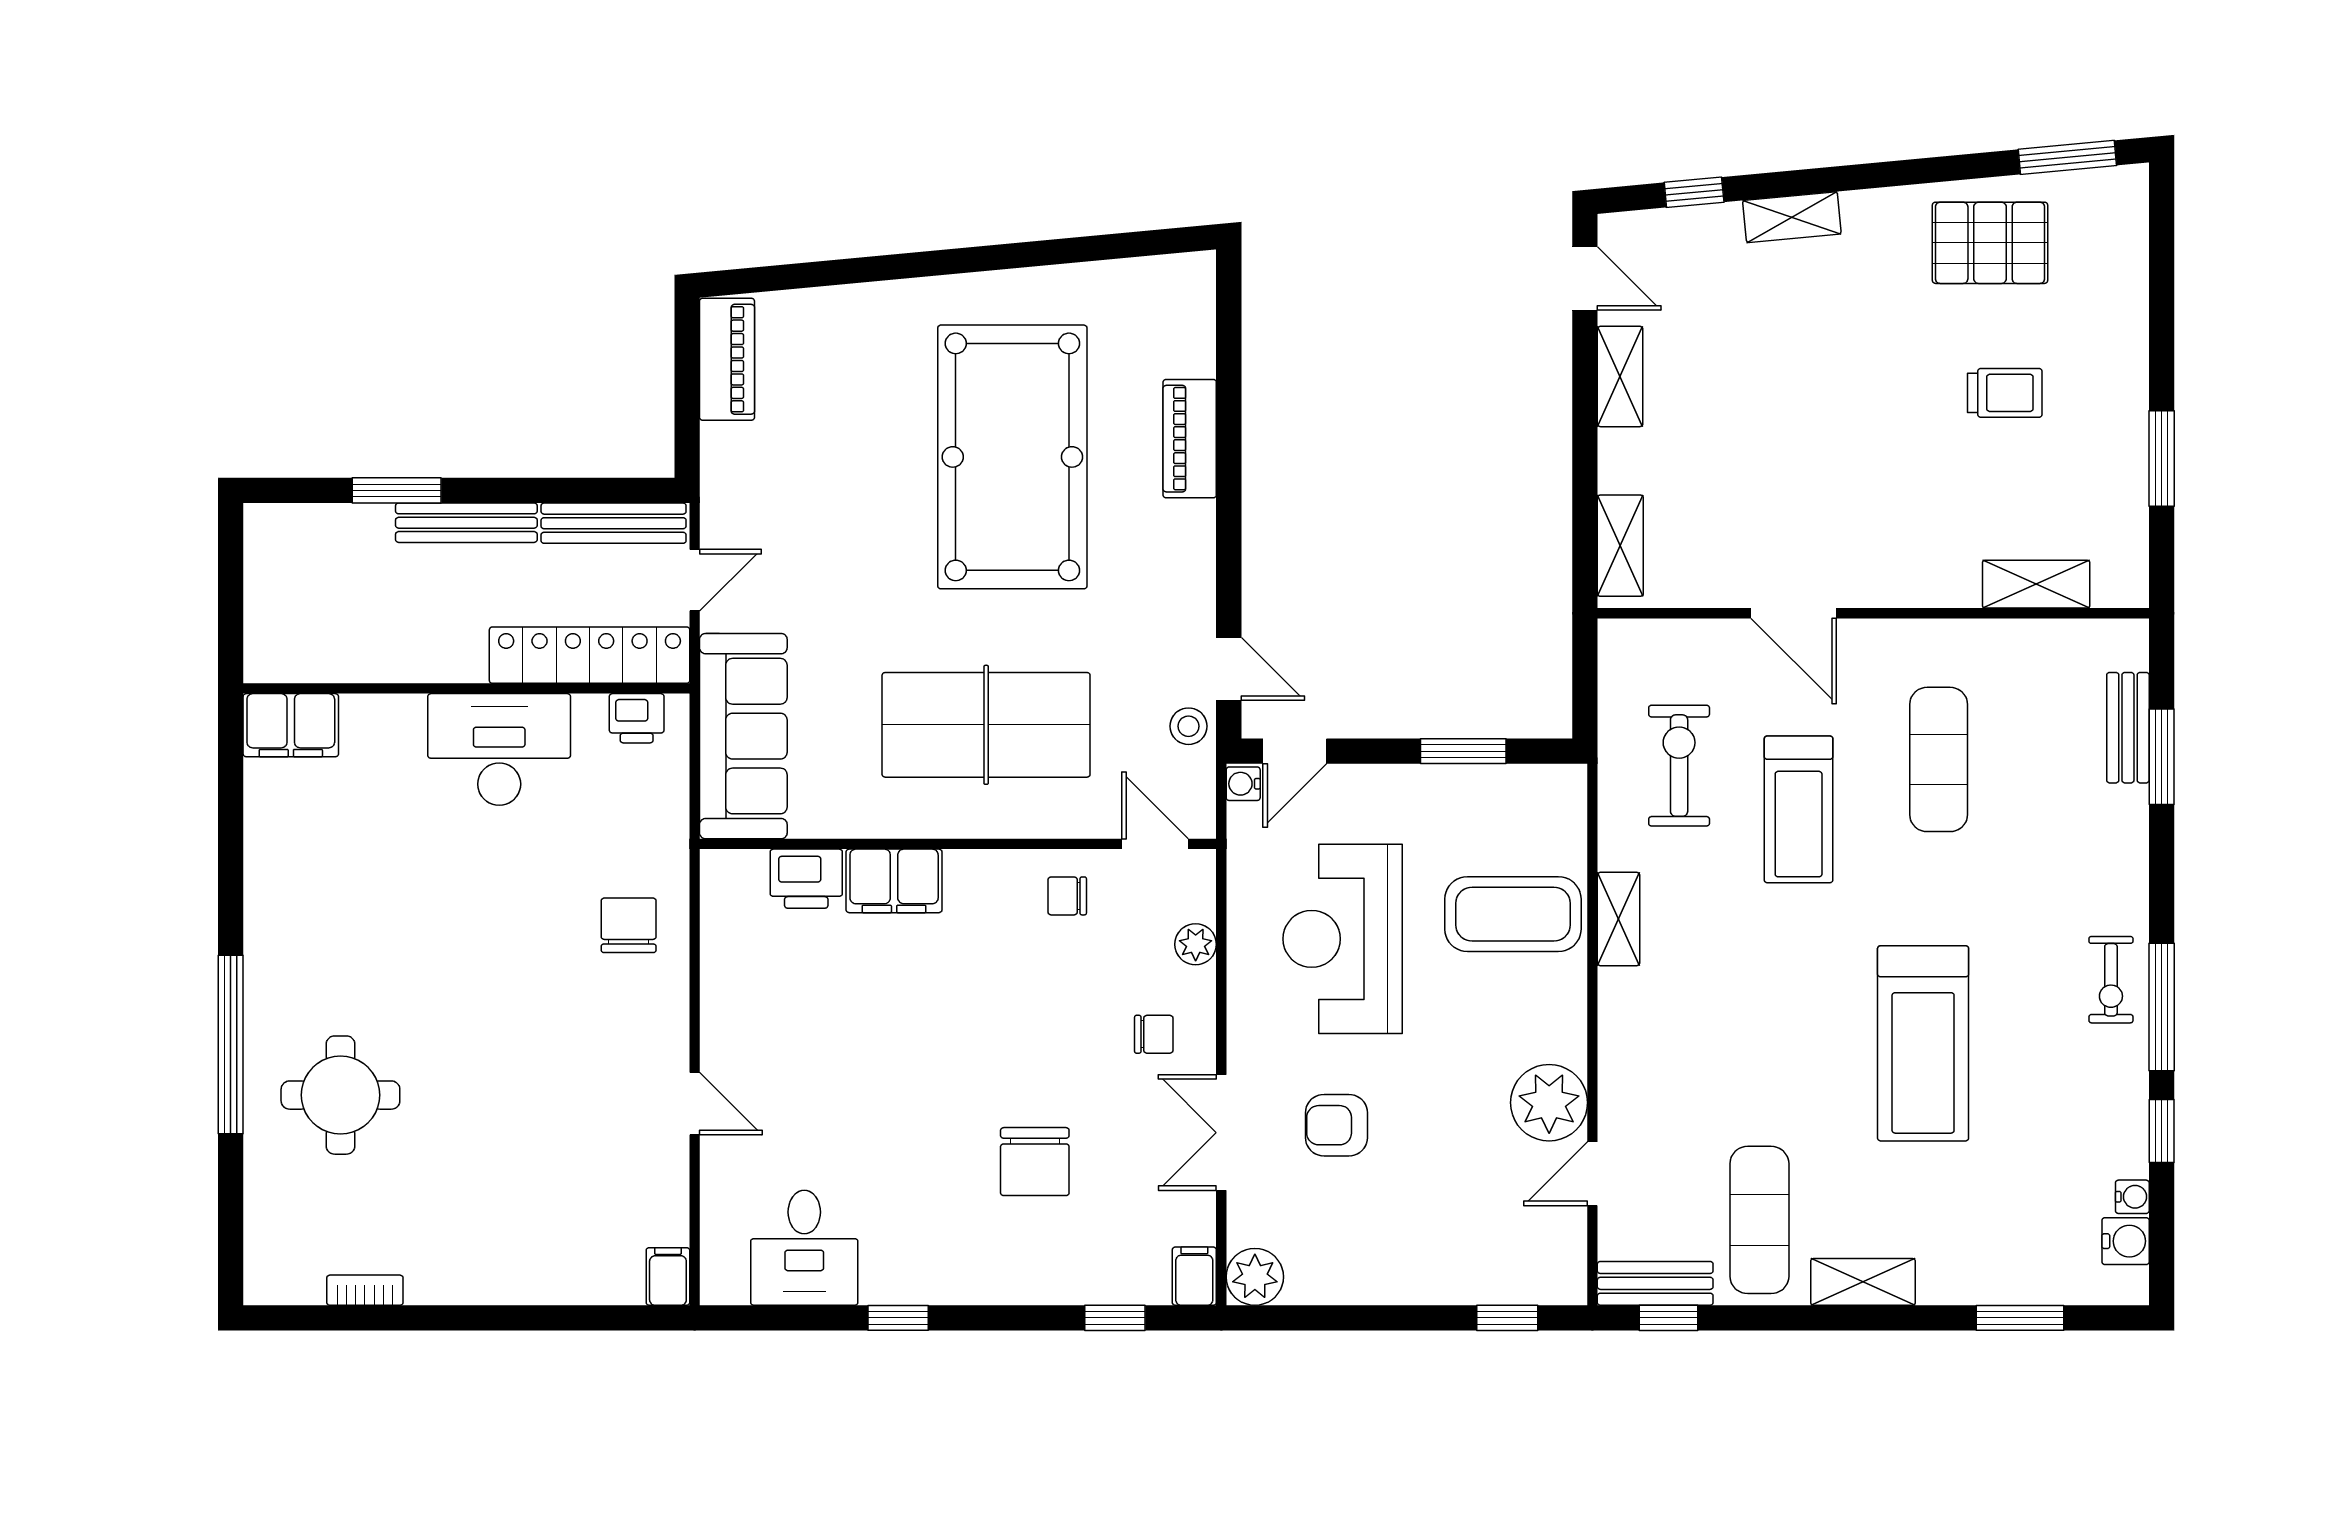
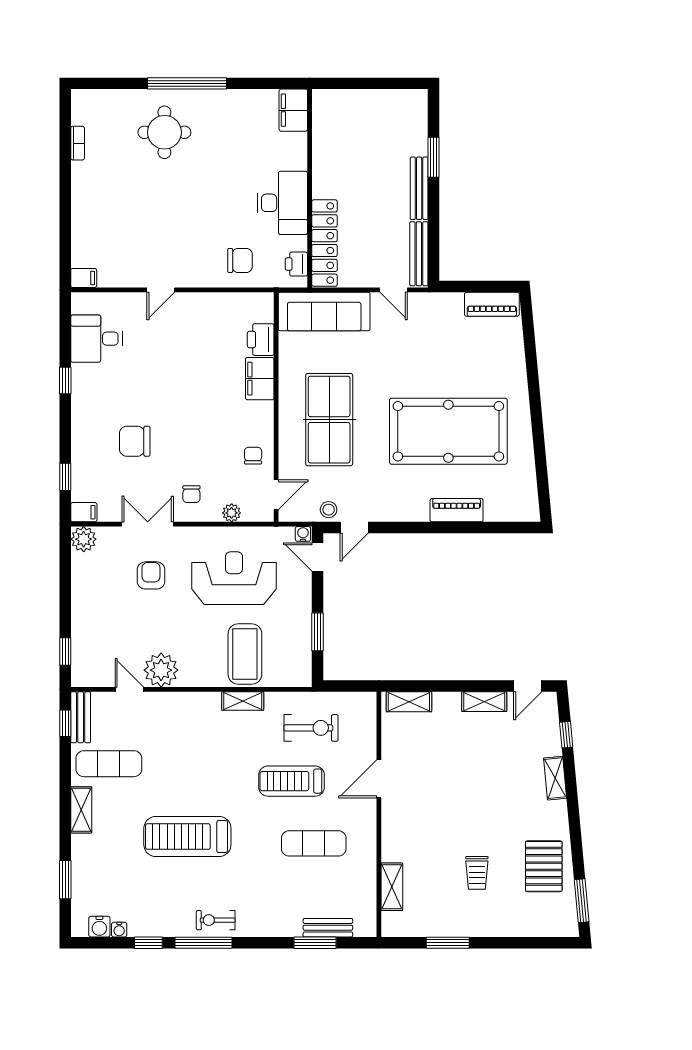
locker: (590, 655) -> (324, 243), moved
wall: (466, 688) -> (310, 188), moved
printer: (637, 718) -> (296, 264), moved
filing cabinet: (291, 725) -> (293, 110), moved
desk: (499, 749) -> (283, 203), moved

